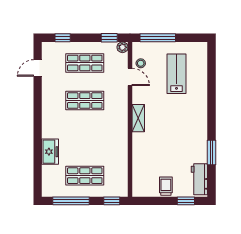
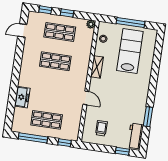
window: (109, 38) -> (67, 13), moved
window: (158, 38) -> (131, 23), moved
lab bench: (176, 74) -> (130, 51), width x1.36, depth x1.39
door: (130, 77) -> (86, 98), moved
shelving: (138, 118) -> (97, 67), moved
trolley: (166, 186) -> (101, 128), moved

